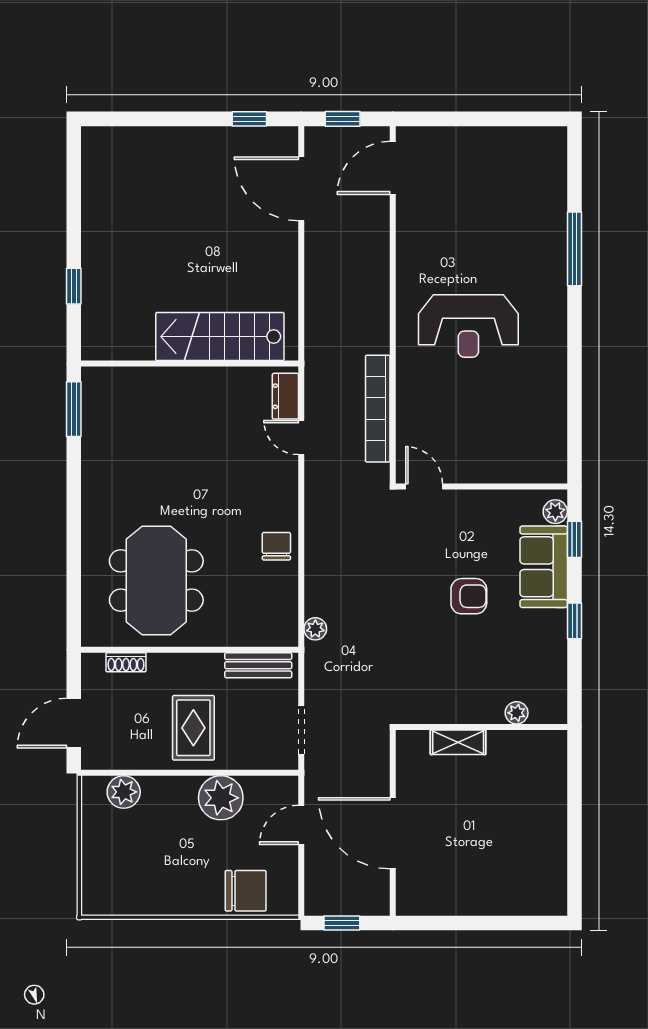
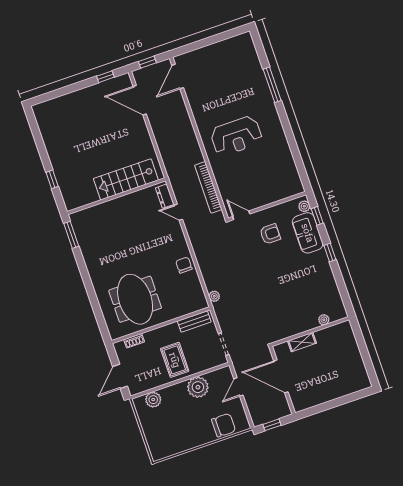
armchair: (469, 596) -> (270, 234), moved
plant: (517, 713) -> (324, 320), moved
wall: (481, 727) -> (310, 332), moved
shelving: (458, 742) -> (302, 342), moved

